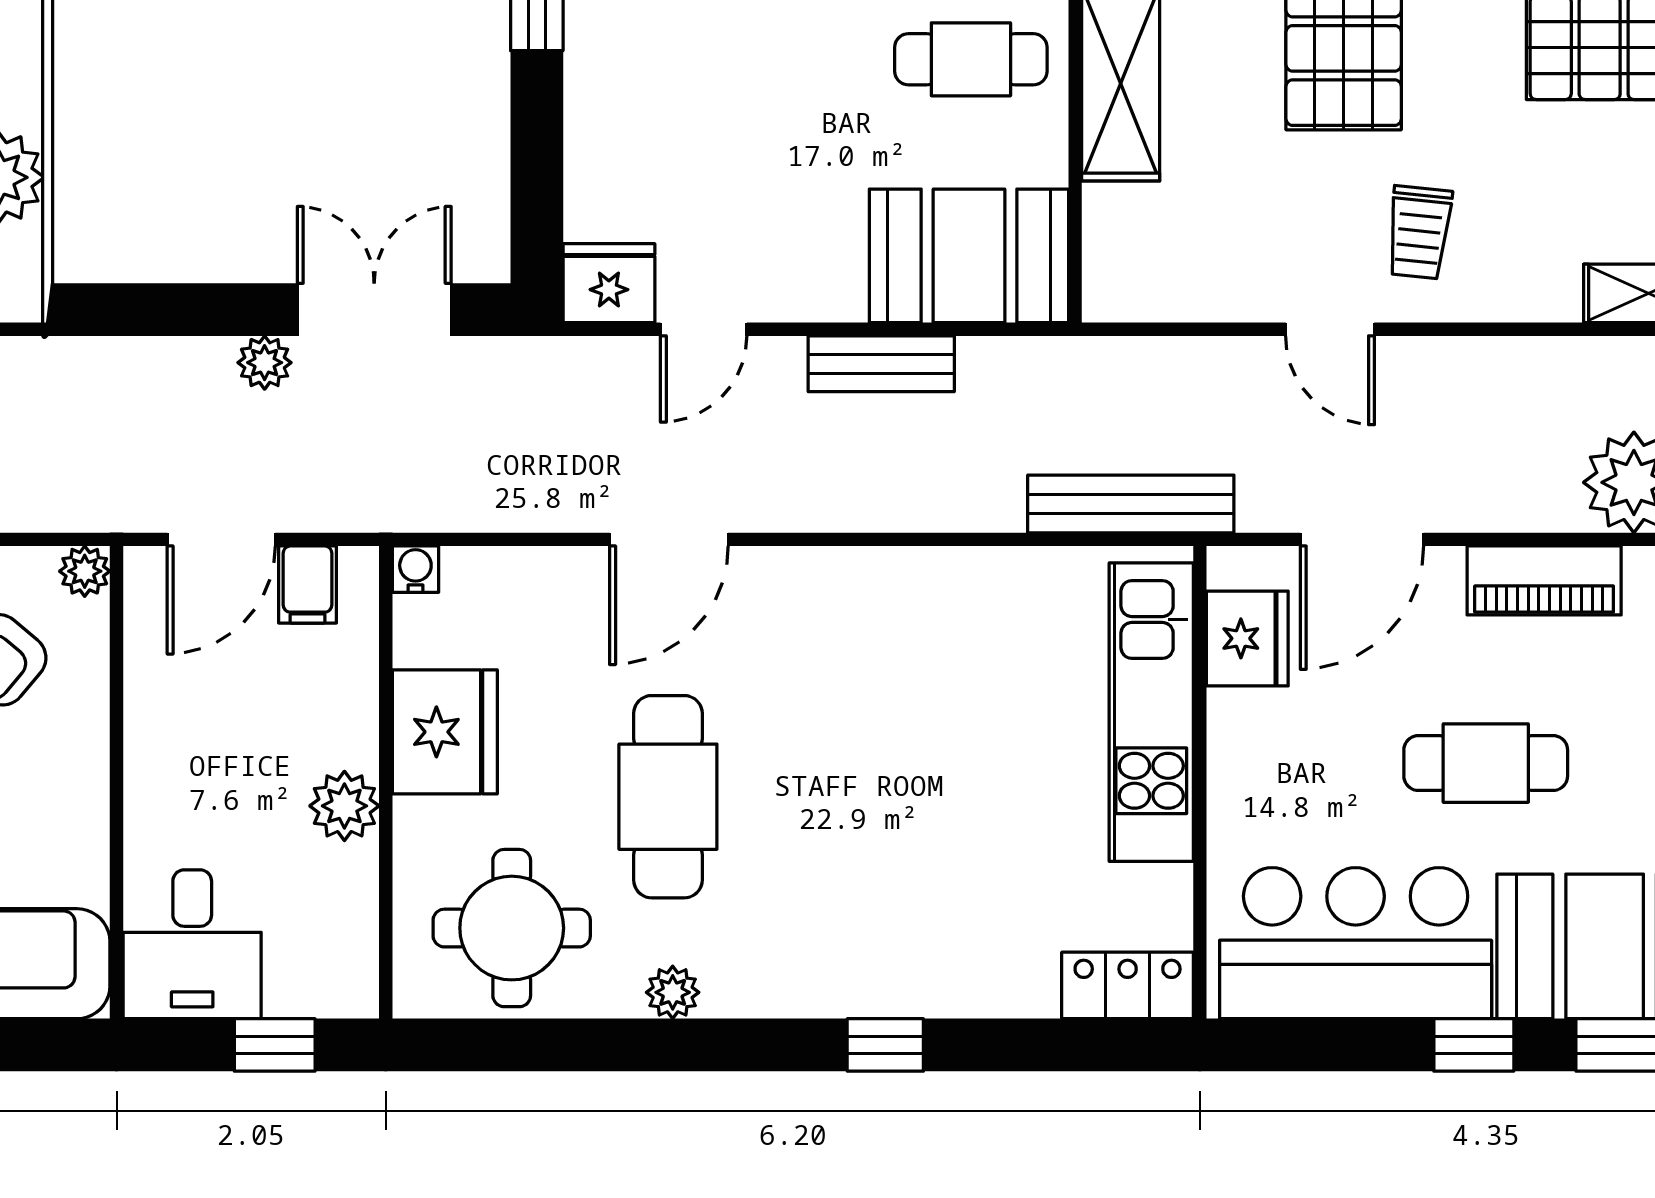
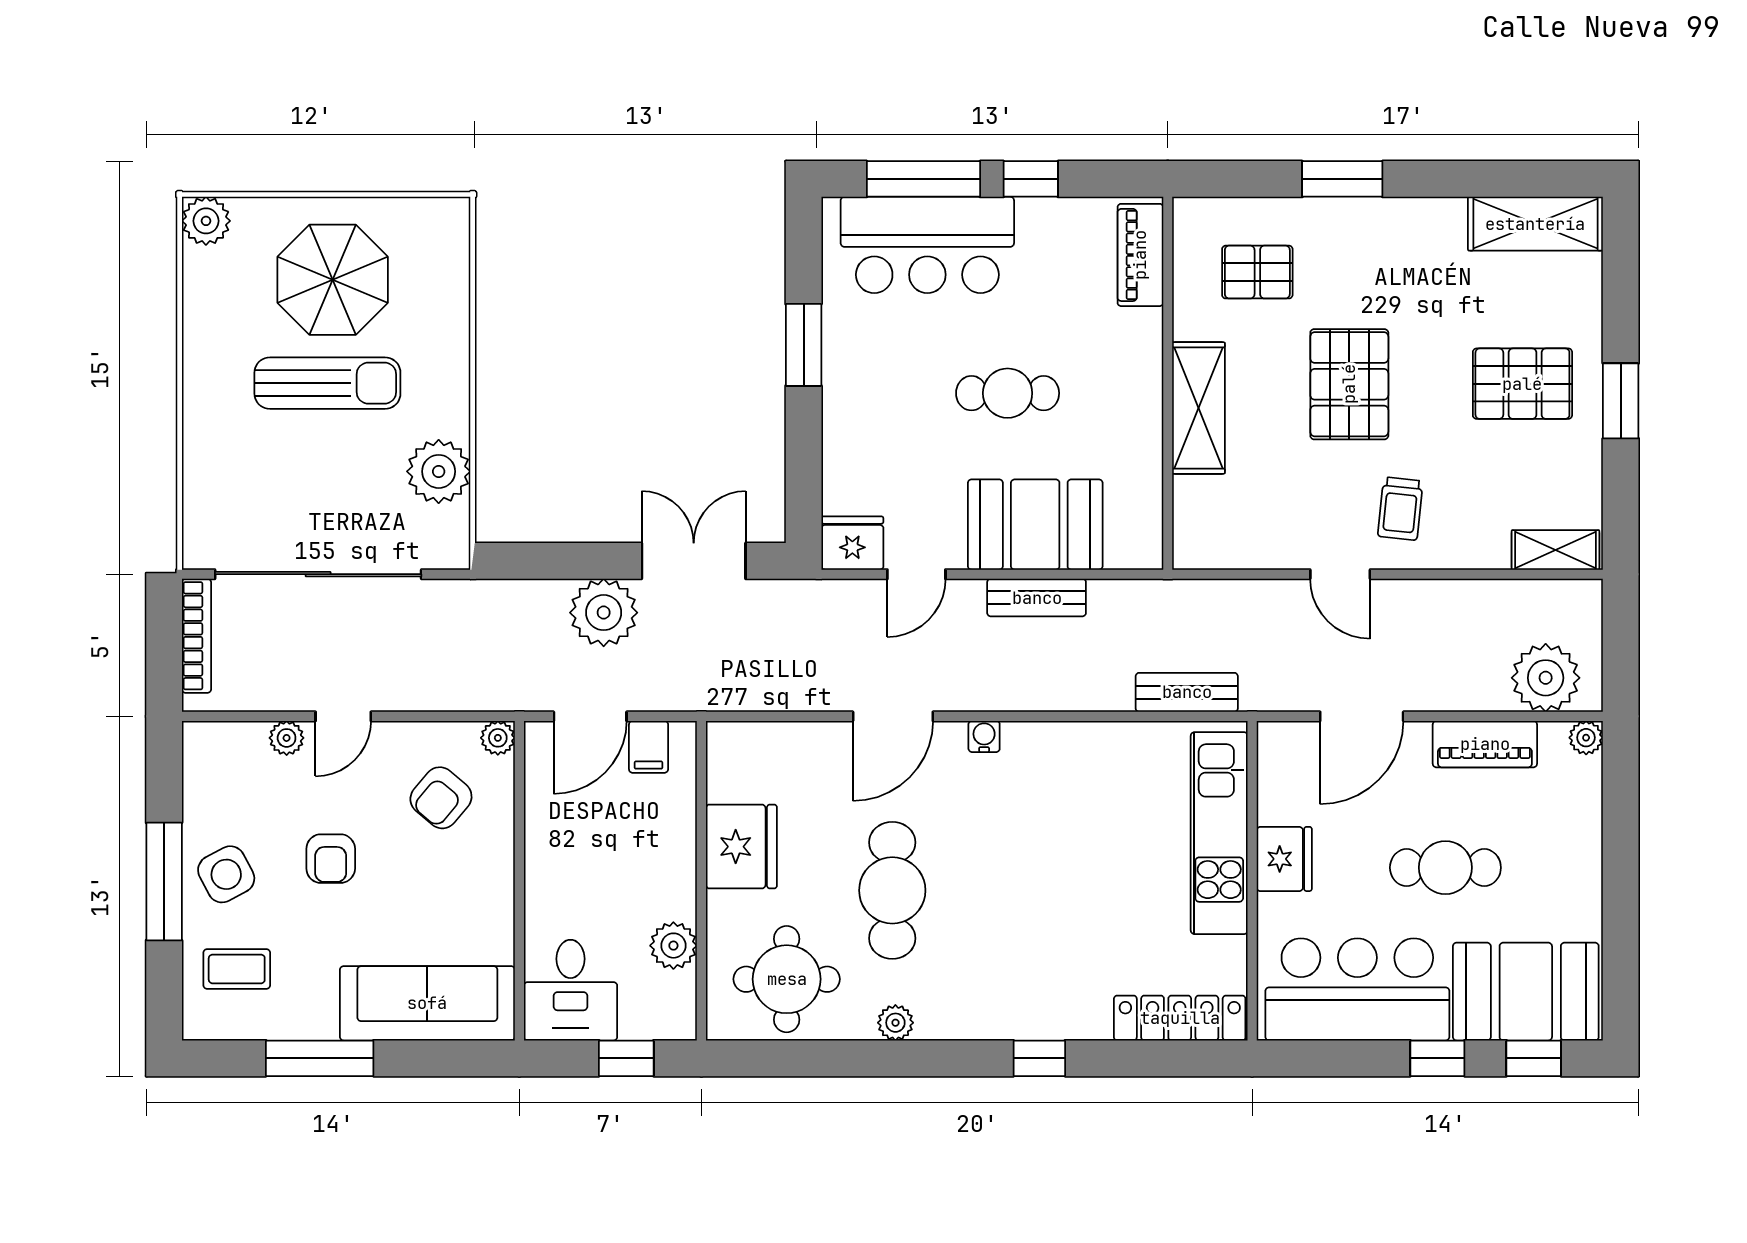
cafe table: (971, 59) -> (1008, 393), moved
booth: (969, 256) -> (1035, 525), moved
plant: (265, 363) -> (604, 613), width x1.88, depth x1.88
bench: (1131, 504) -> (1187, 692), width x0.73
water cooler: (415, 569) -> (984, 736), moved
fridge: (1247, 638) -> (1284, 859), moved
plant: (344, 806) -> (673, 946), moved
locker: (1128, 985) -> (1180, 1018), width x1.53

